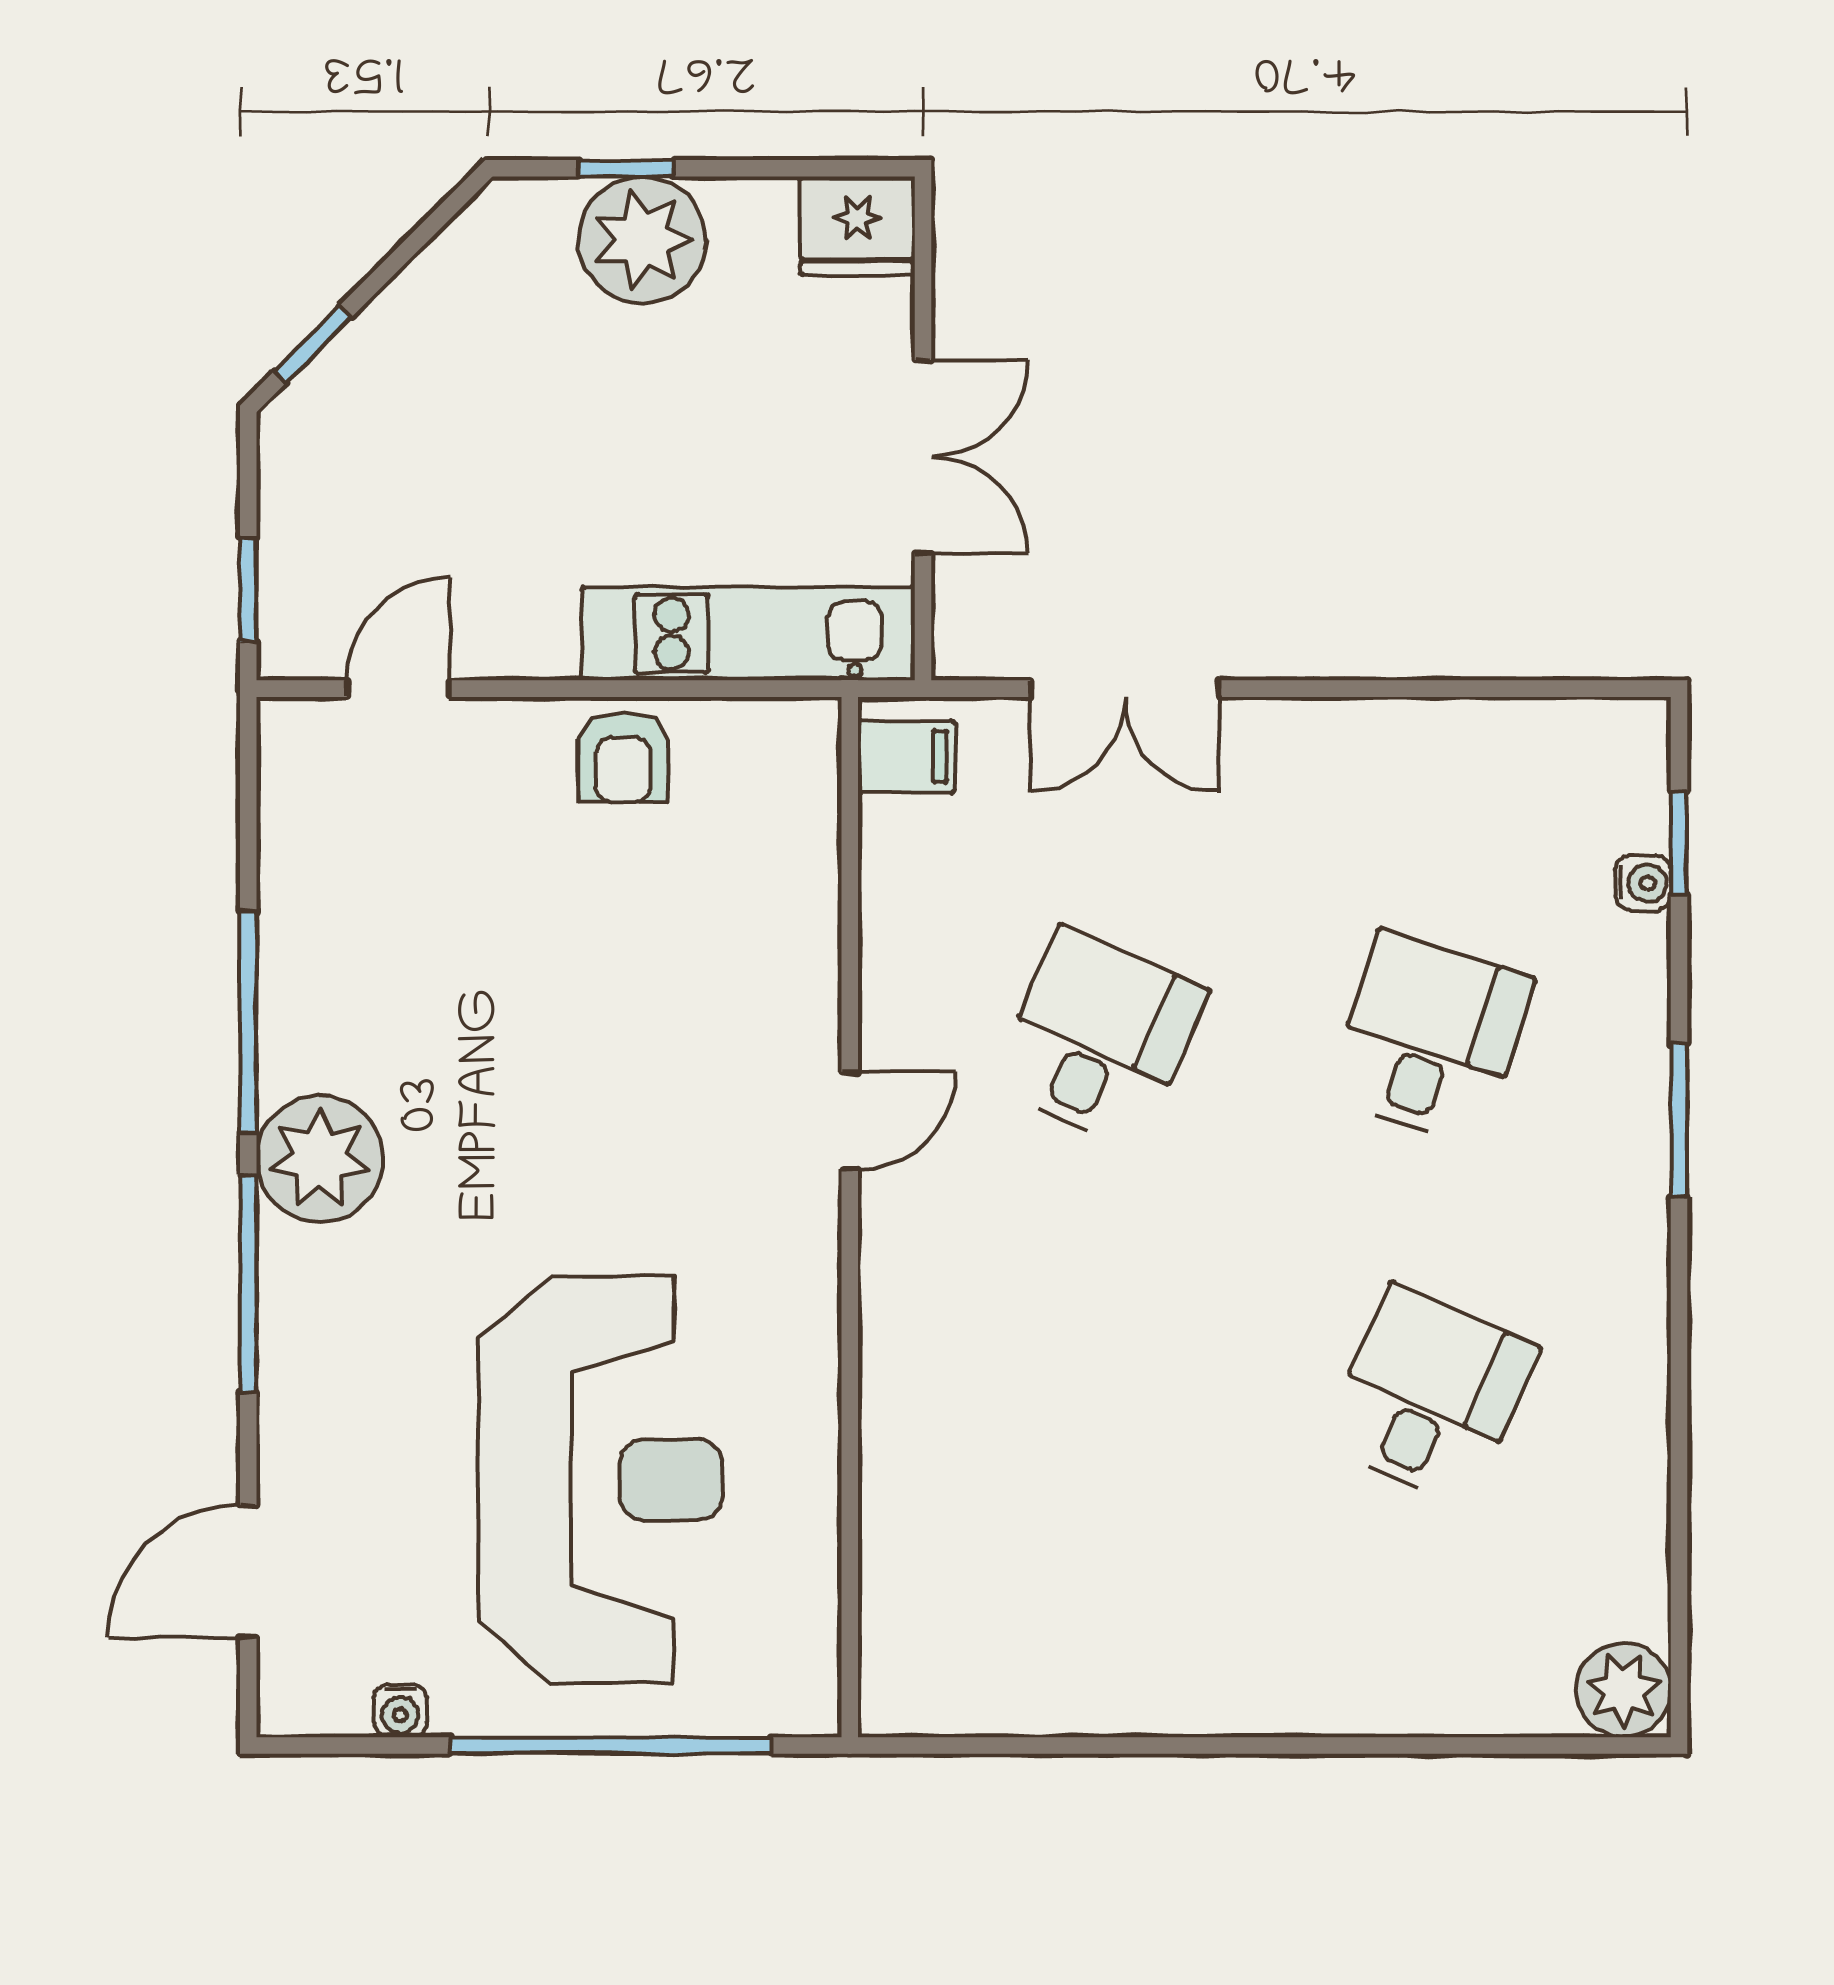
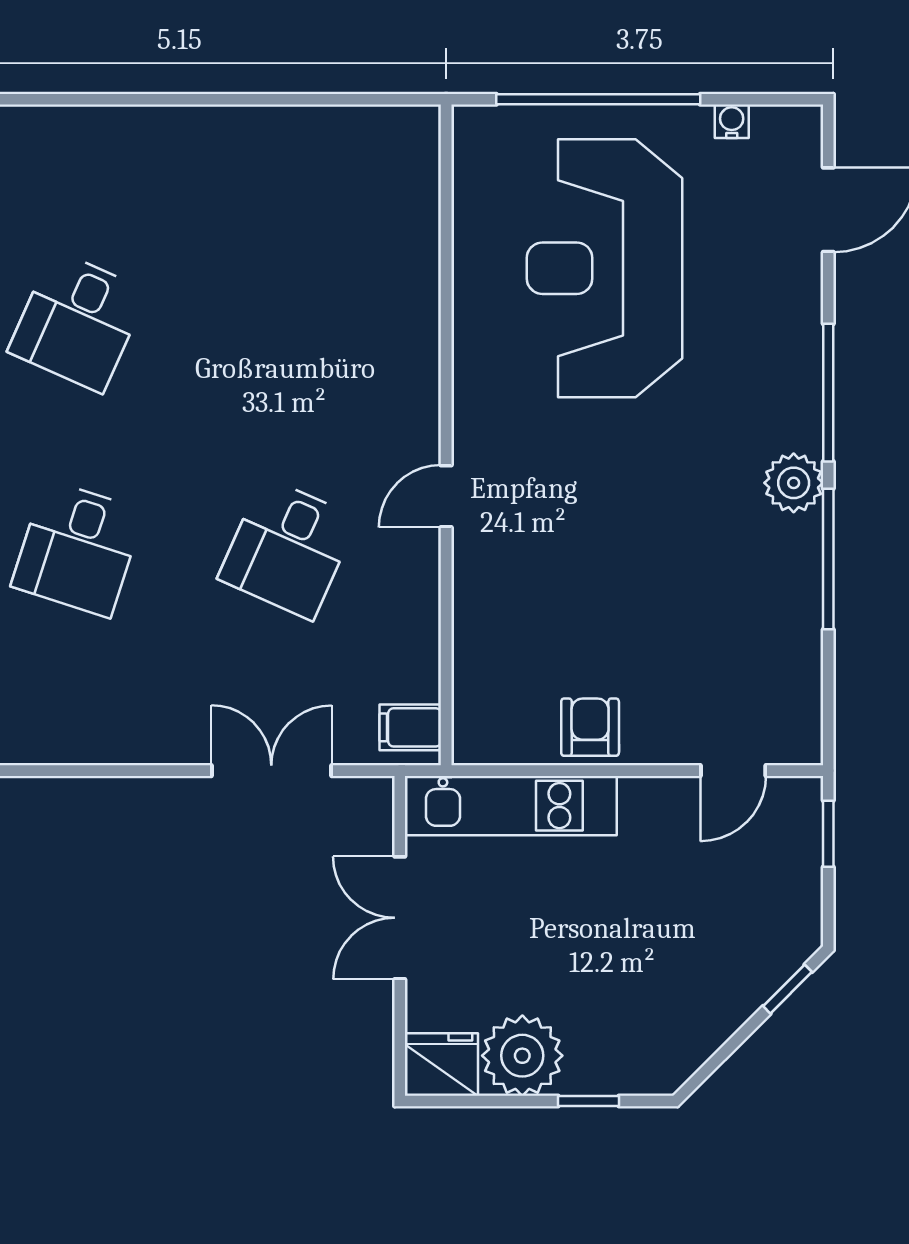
plant: (642, 240) -> (522, 1056), moved
plant: (320, 1158) -> (794, 483), width x0.73, depth x0.73

